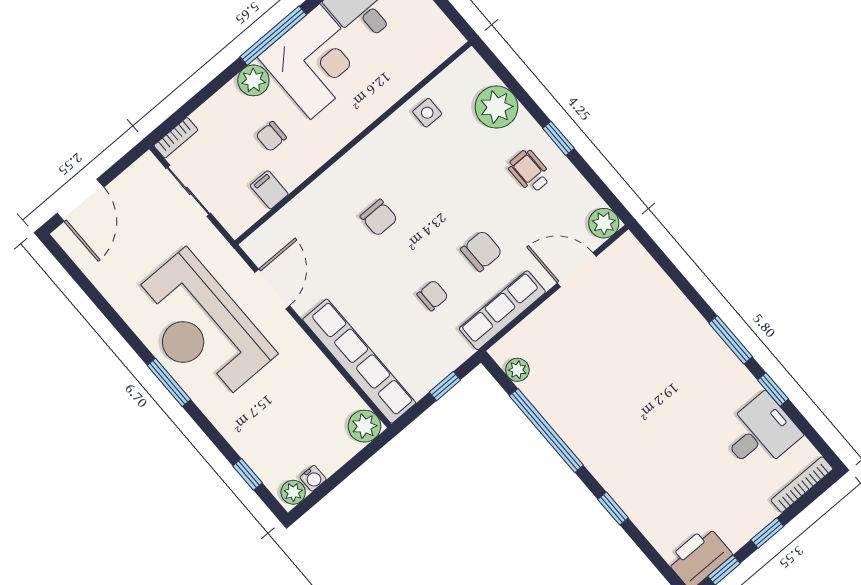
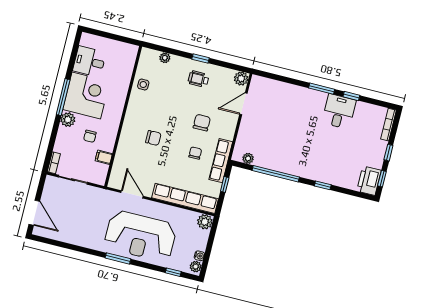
plant: (496, 107) -> (165, 58), width x0.53, depth x0.53
row of seats: (502, 310) -> (221, 161), moved
reception desk: (200, 328) -> (140, 236), moved
desk: (760, 433) -> (339, 111), moved

